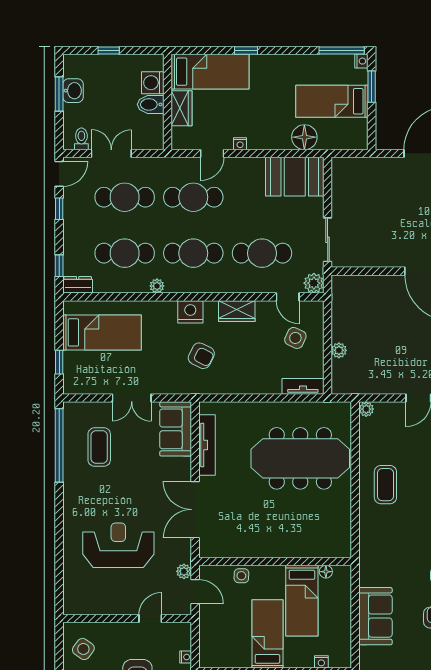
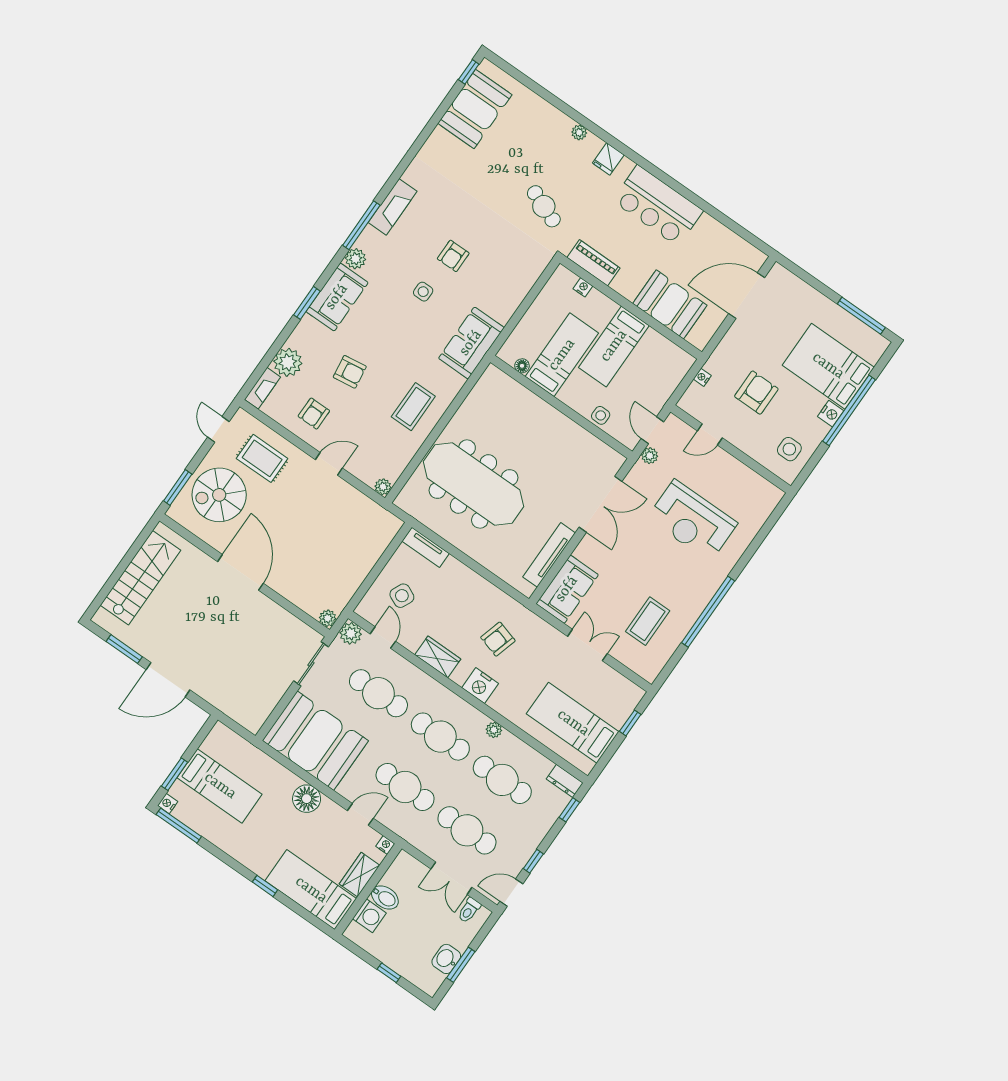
floor lamp: (304, 137) -> (307, 799), moved
nightstand: (240, 144) -> (385, 845), moved
booth: (295, 177) -> (315, 741), width x1.36, depth x1.42
plant: (339, 350) -> (328, 618), moved
armchair: (201, 356) -> (498, 639), turned -100
window: (59, 445) -> (708, 612), moved
sofa: (375, 616) -> (471, 343), moved
side table: (83, 649) -> (789, 449), turned -36

